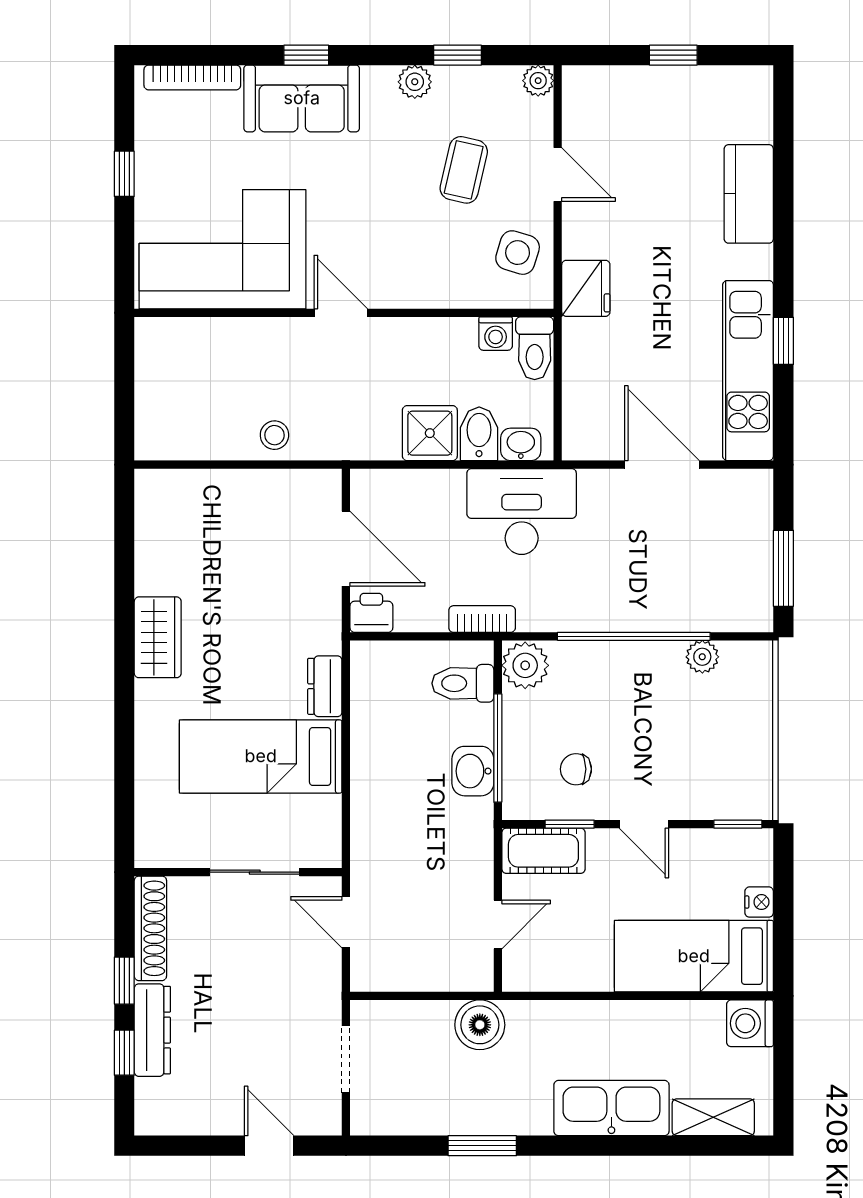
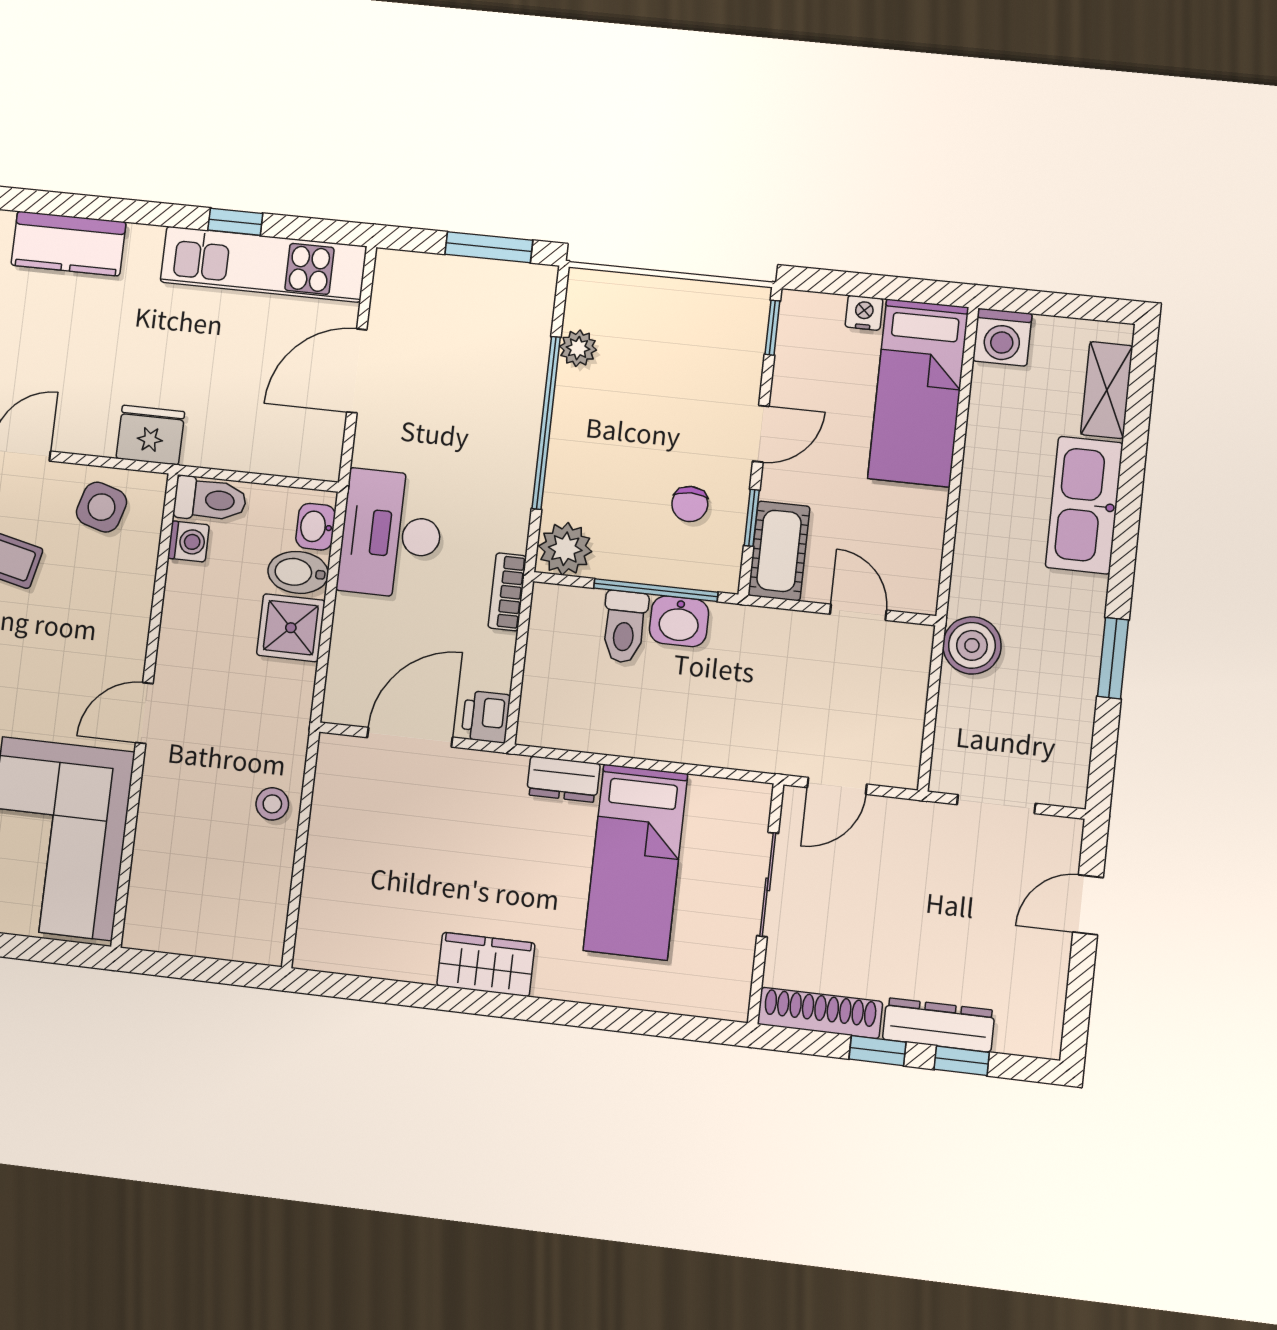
toilet: (463, 683) -> (624, 627), moved

